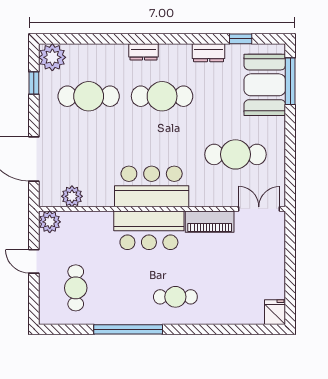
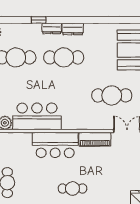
window: (241, 39) -> (39, 20), moved
dresser: (209, 53) -> (73, 29), moved
bar counter: (152, 186) -> (37, 116), moved

